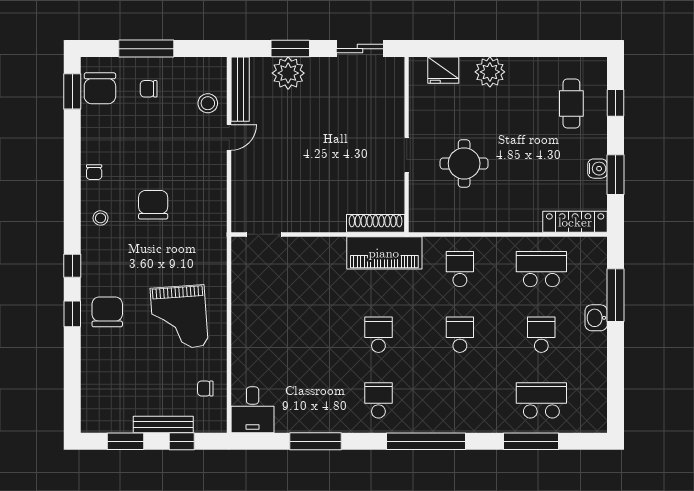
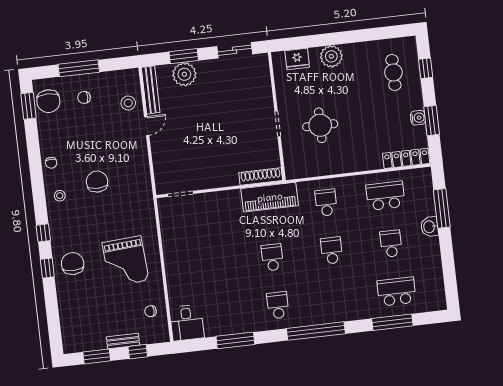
bench: (163, 425) -> (123, 341), width x0.73

